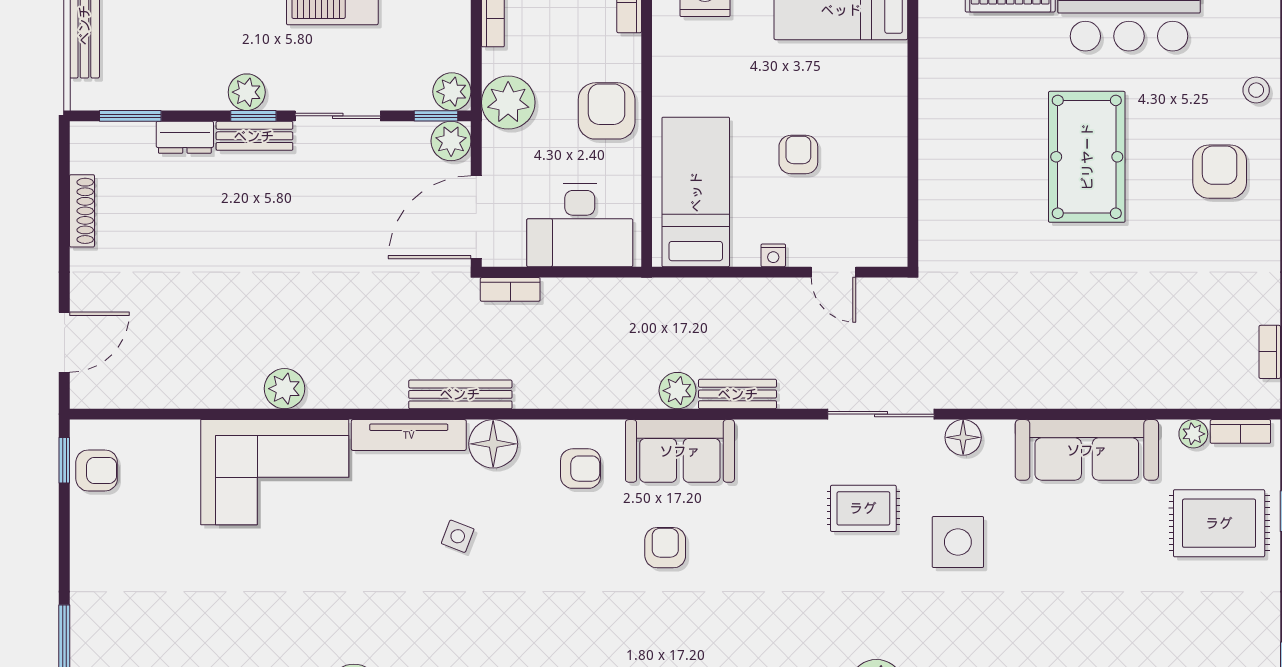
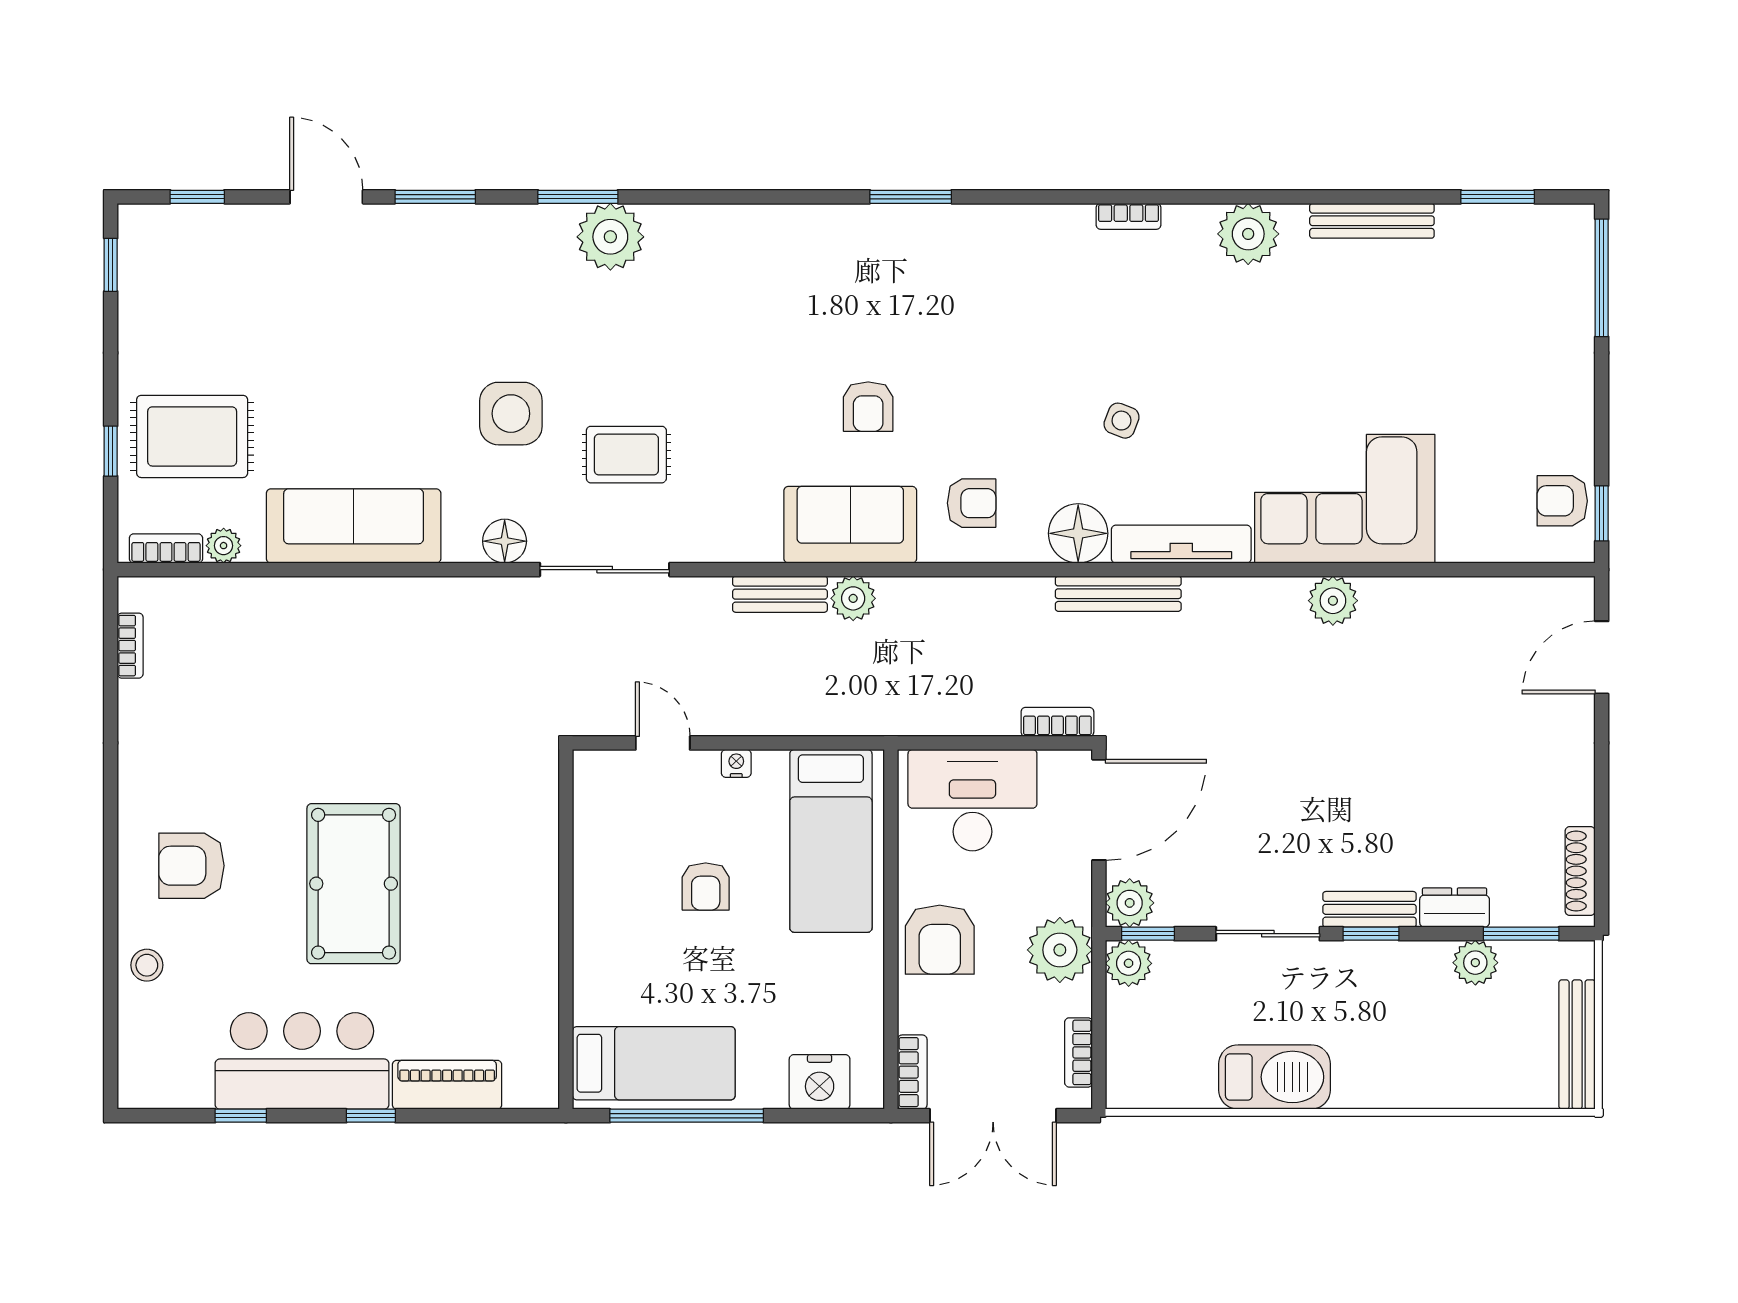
plant: (247, 92) -> (1475, 963), moved
armchair: (1220, 172) -> (191, 866), turned 90
shoe rack: (82, 211) -> (1580, 871), moved
armchair: (580, 469) -> (972, 503), turned 180

